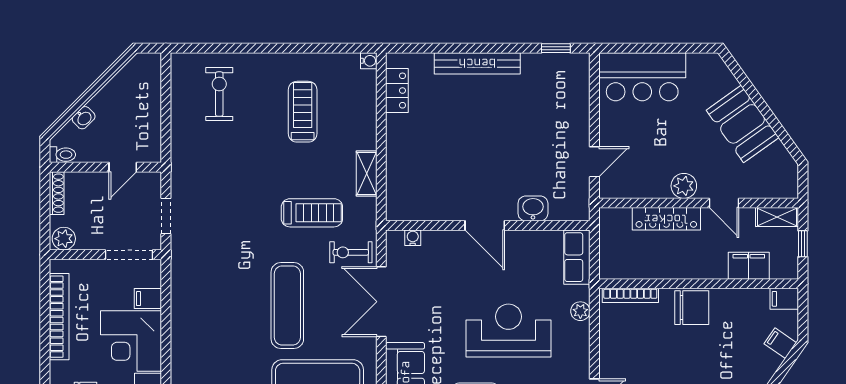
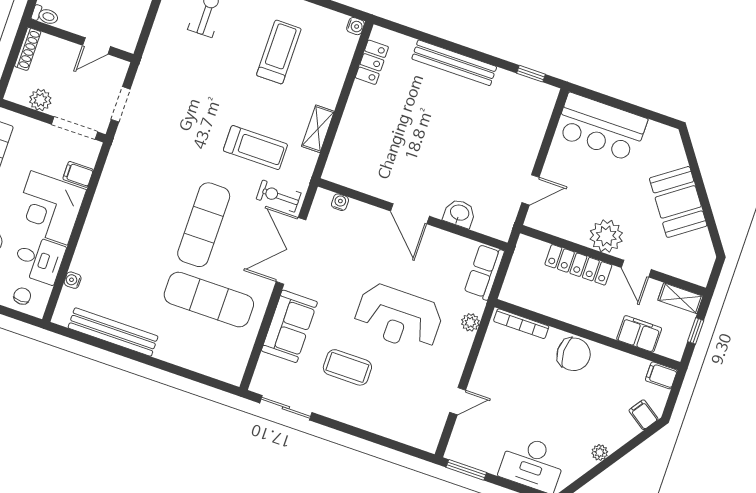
plant: (684, 186) -> (606, 236), width x1.36, depth x1.36
plant: (64, 239) -> (40, 100), moved
reception desk: (508, 331) -> (398, 317), turned 180

